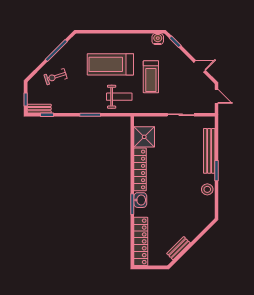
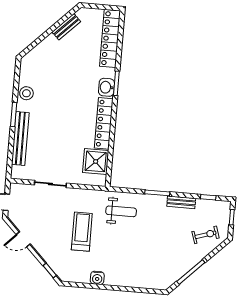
water cooler: (158, 39) -> (97, 278), moved
treadmill: (110, 64) -> (128, 250), removed
exercise bike: (56, 77) -> (206, 235), moved
weight bench: (119, 97) -> (121, 211), turned 180
bench: (39, 109) -> (181, 202), moved

